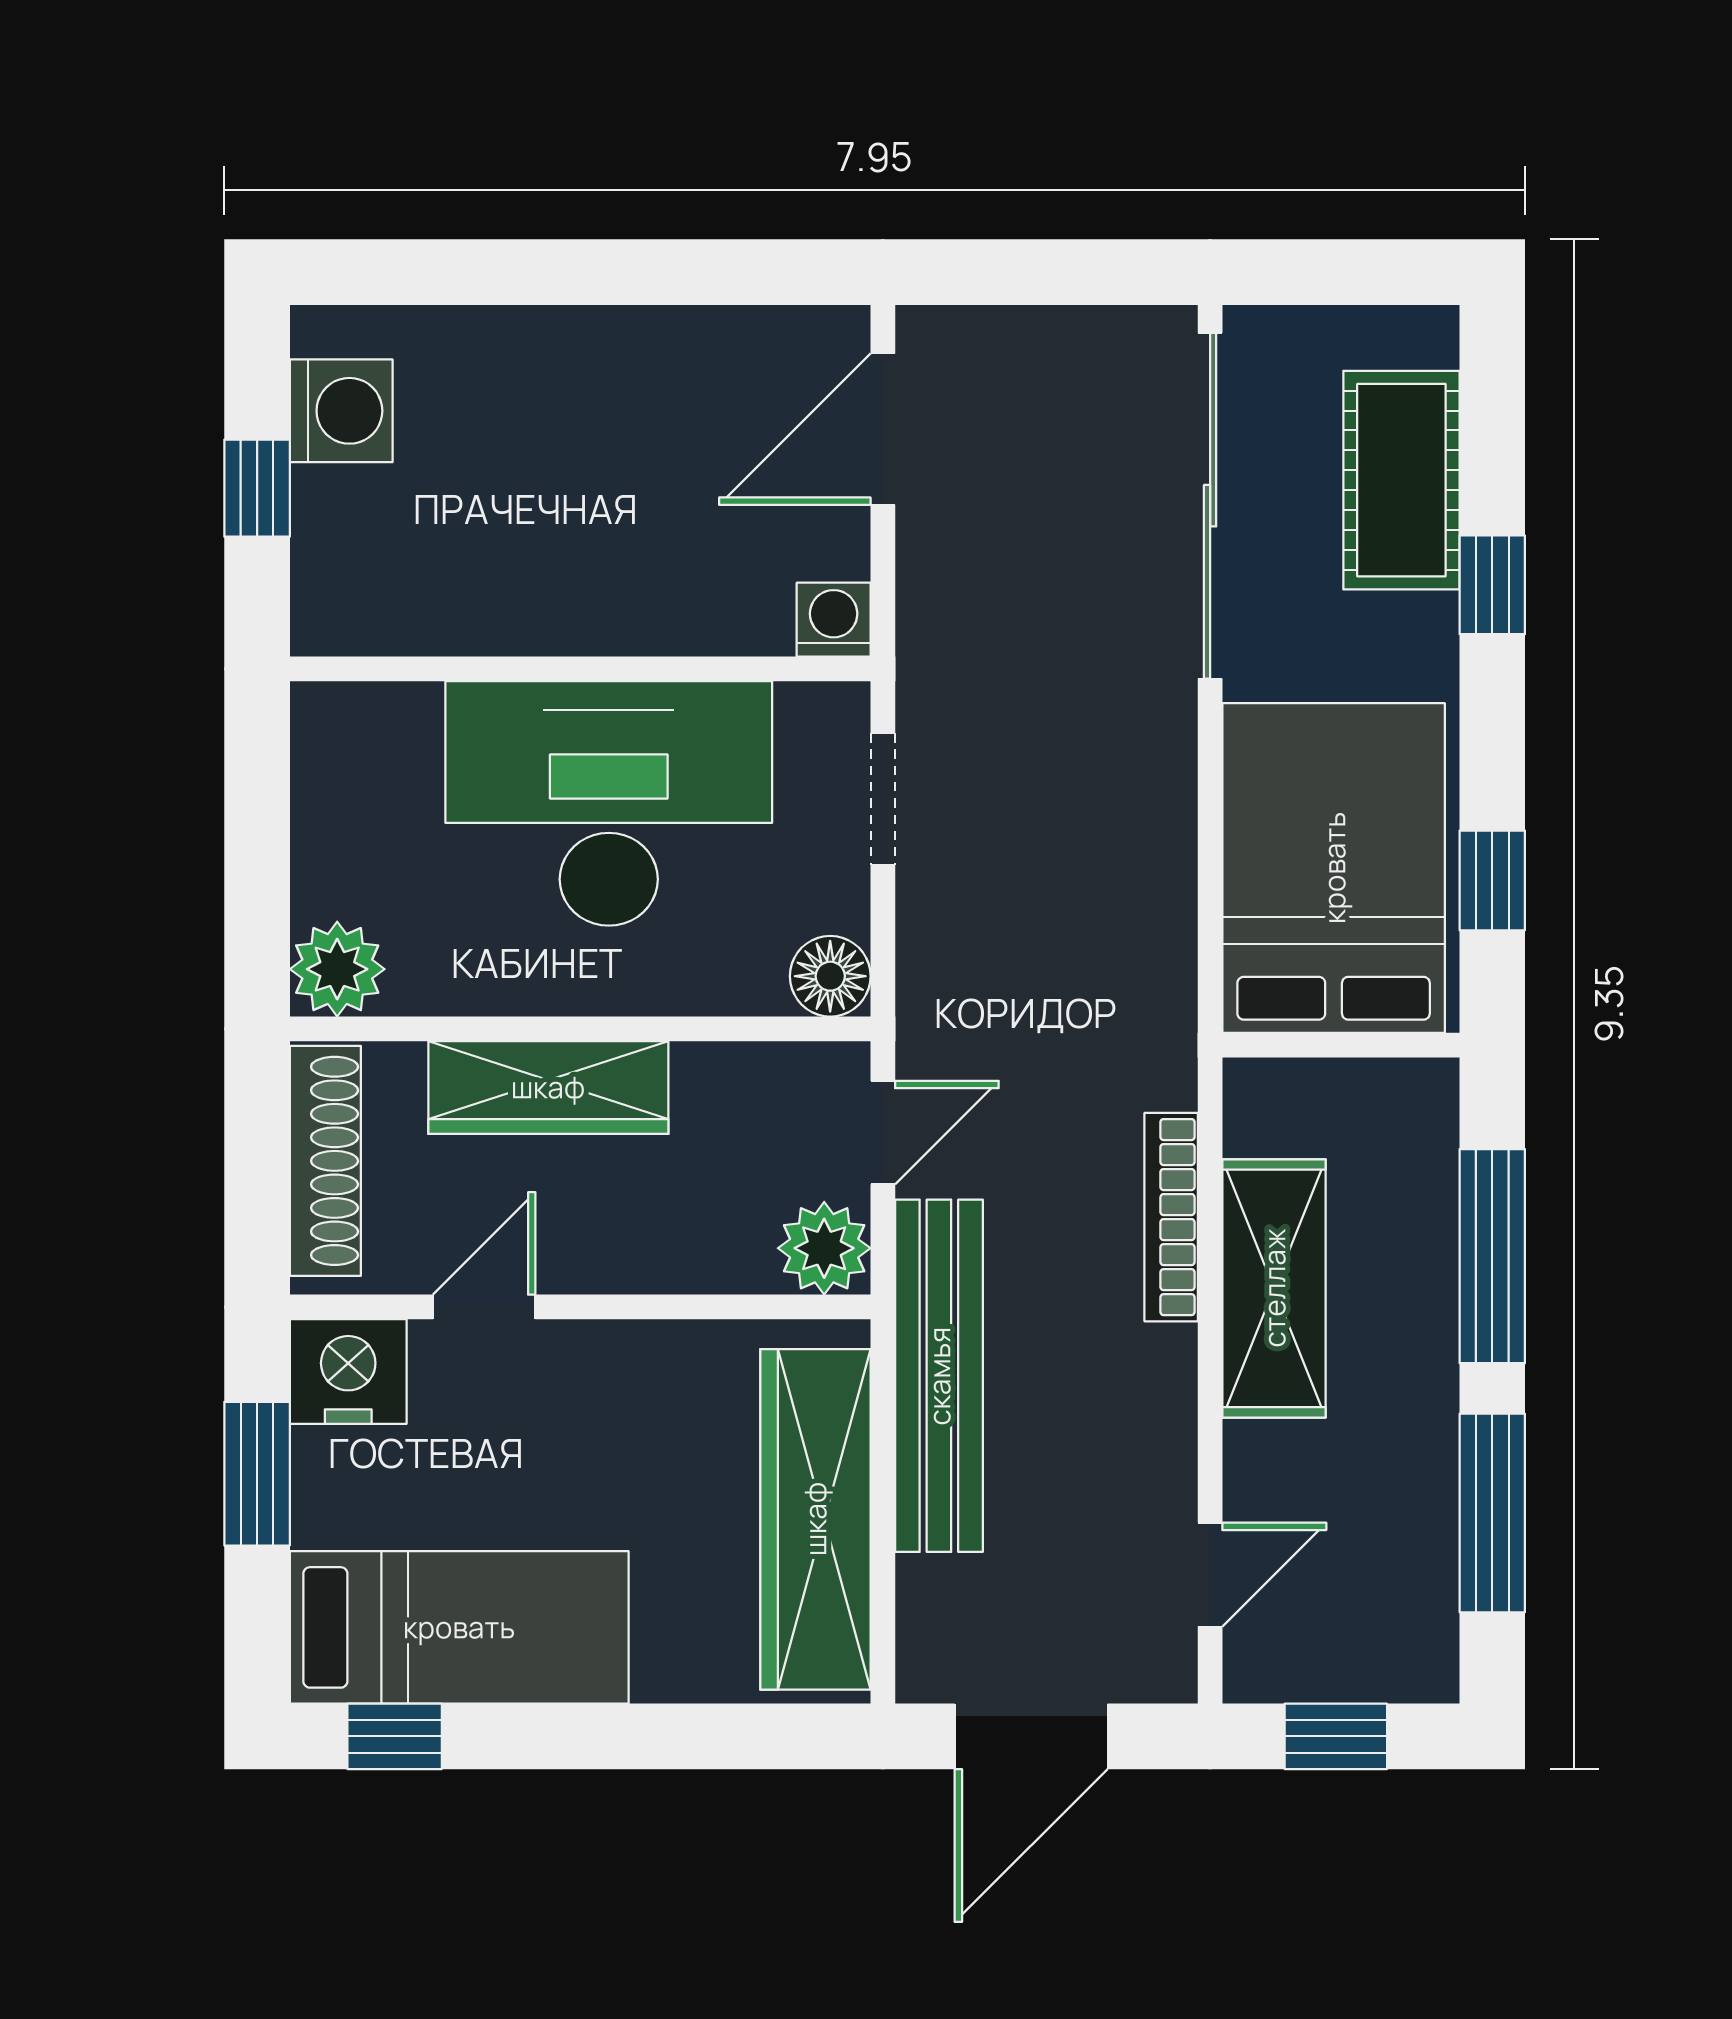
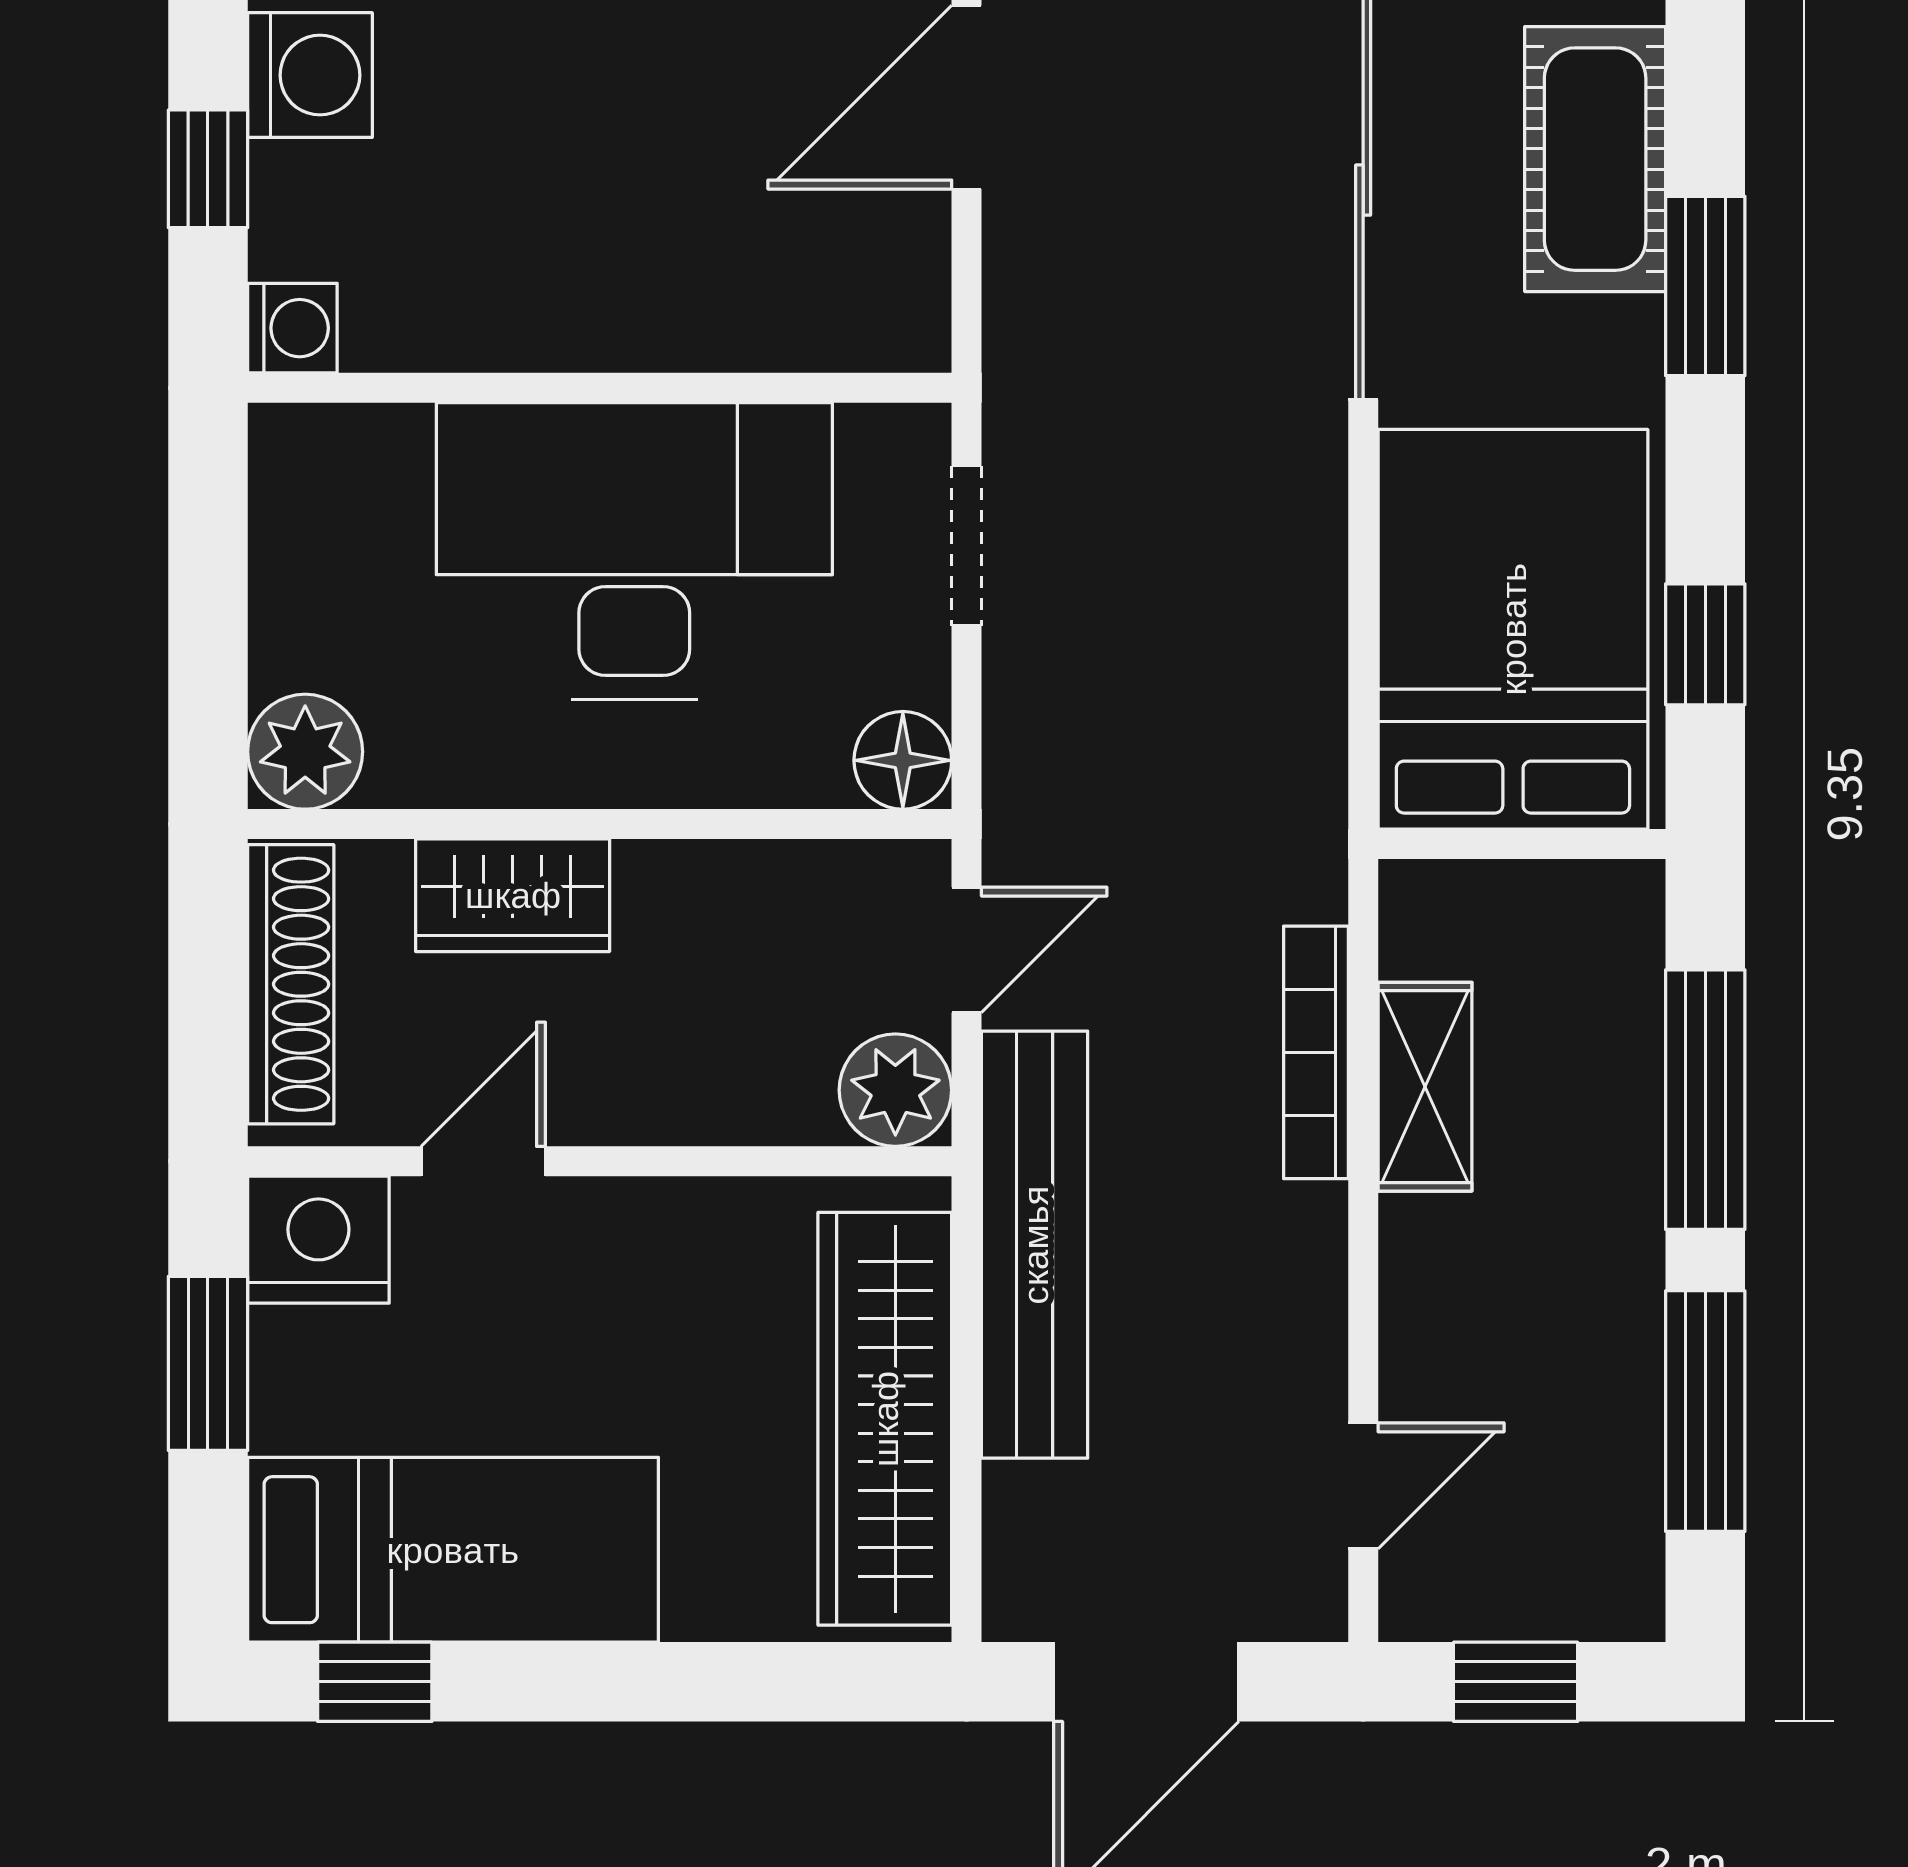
window: (1492, 585) -> (1705, 286), width x1.50
washing machine: (834, 620) -> (292, 328), moved, turned 90
wardrobe: (548, 1087) -> (513, 895), width x0.67
shelving: (1274, 1288) -> (1425, 1087), width x0.67, depth x0.75

